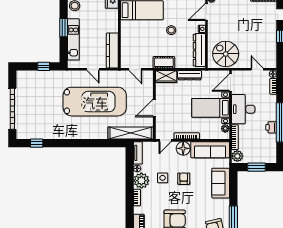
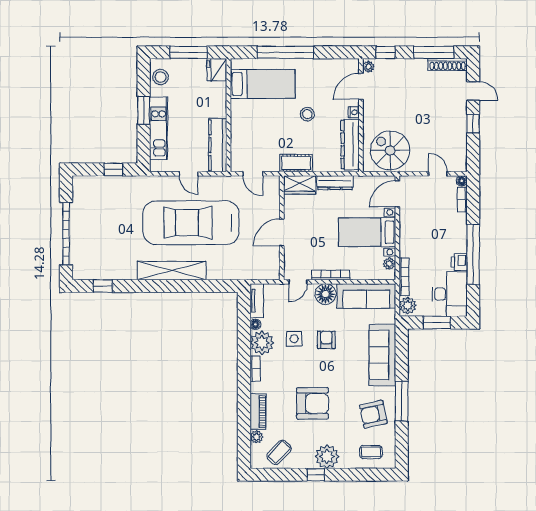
car: (95, 102) -> (191, 223), turned 180
desk: (243, 109) -> (450, 294), moved, turned 180
shelving: (131, 133) -> (172, 271), moved
sofa: (221, 183) -> (382, 355), width x1.36

